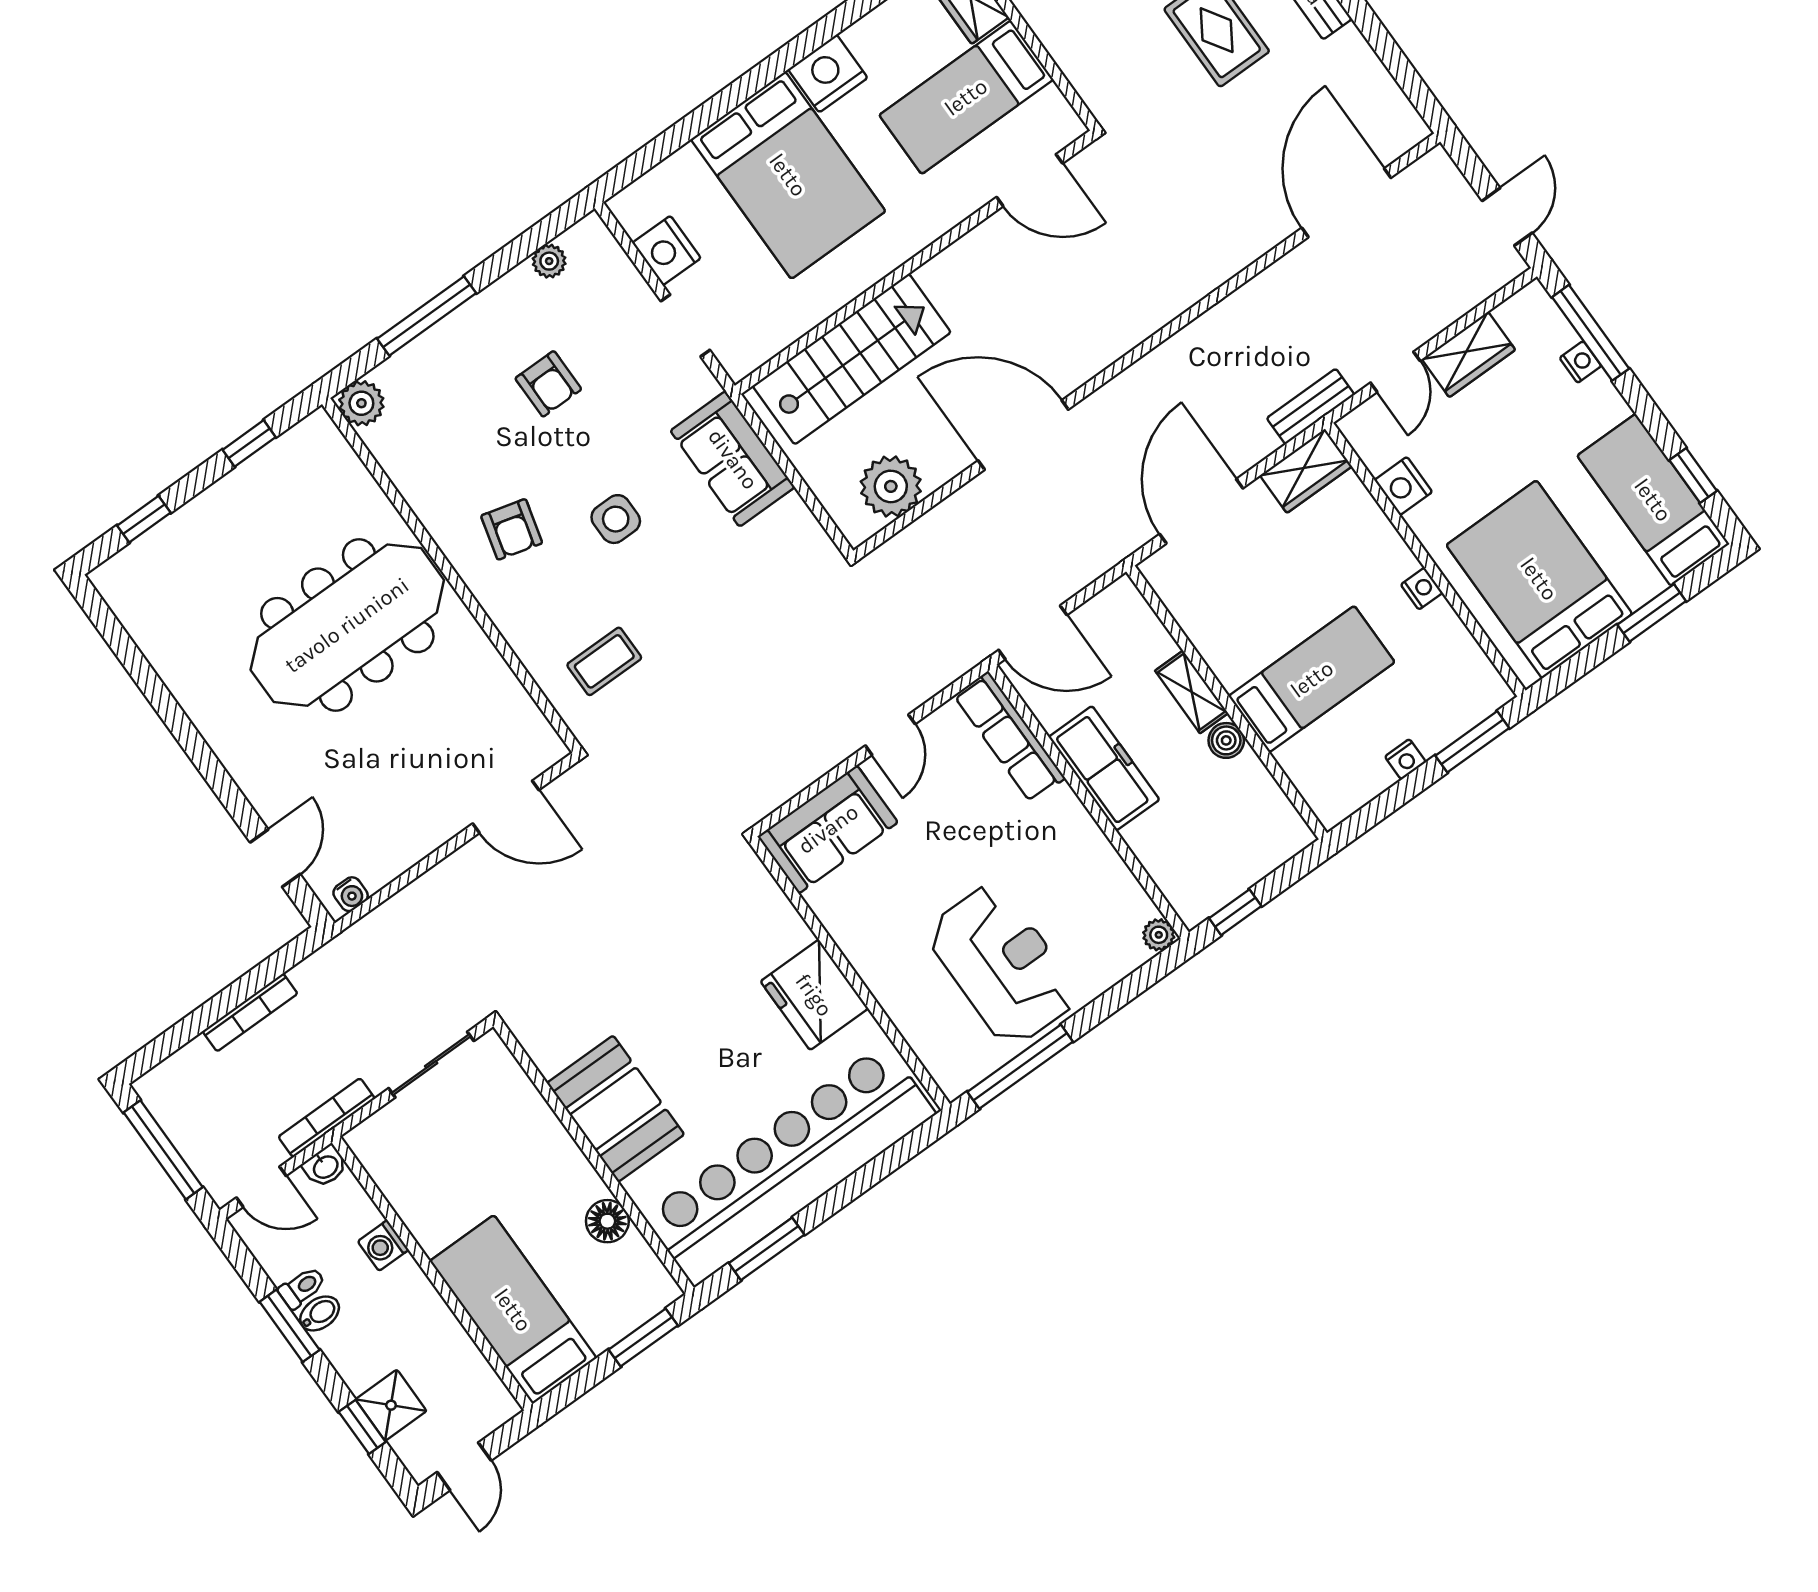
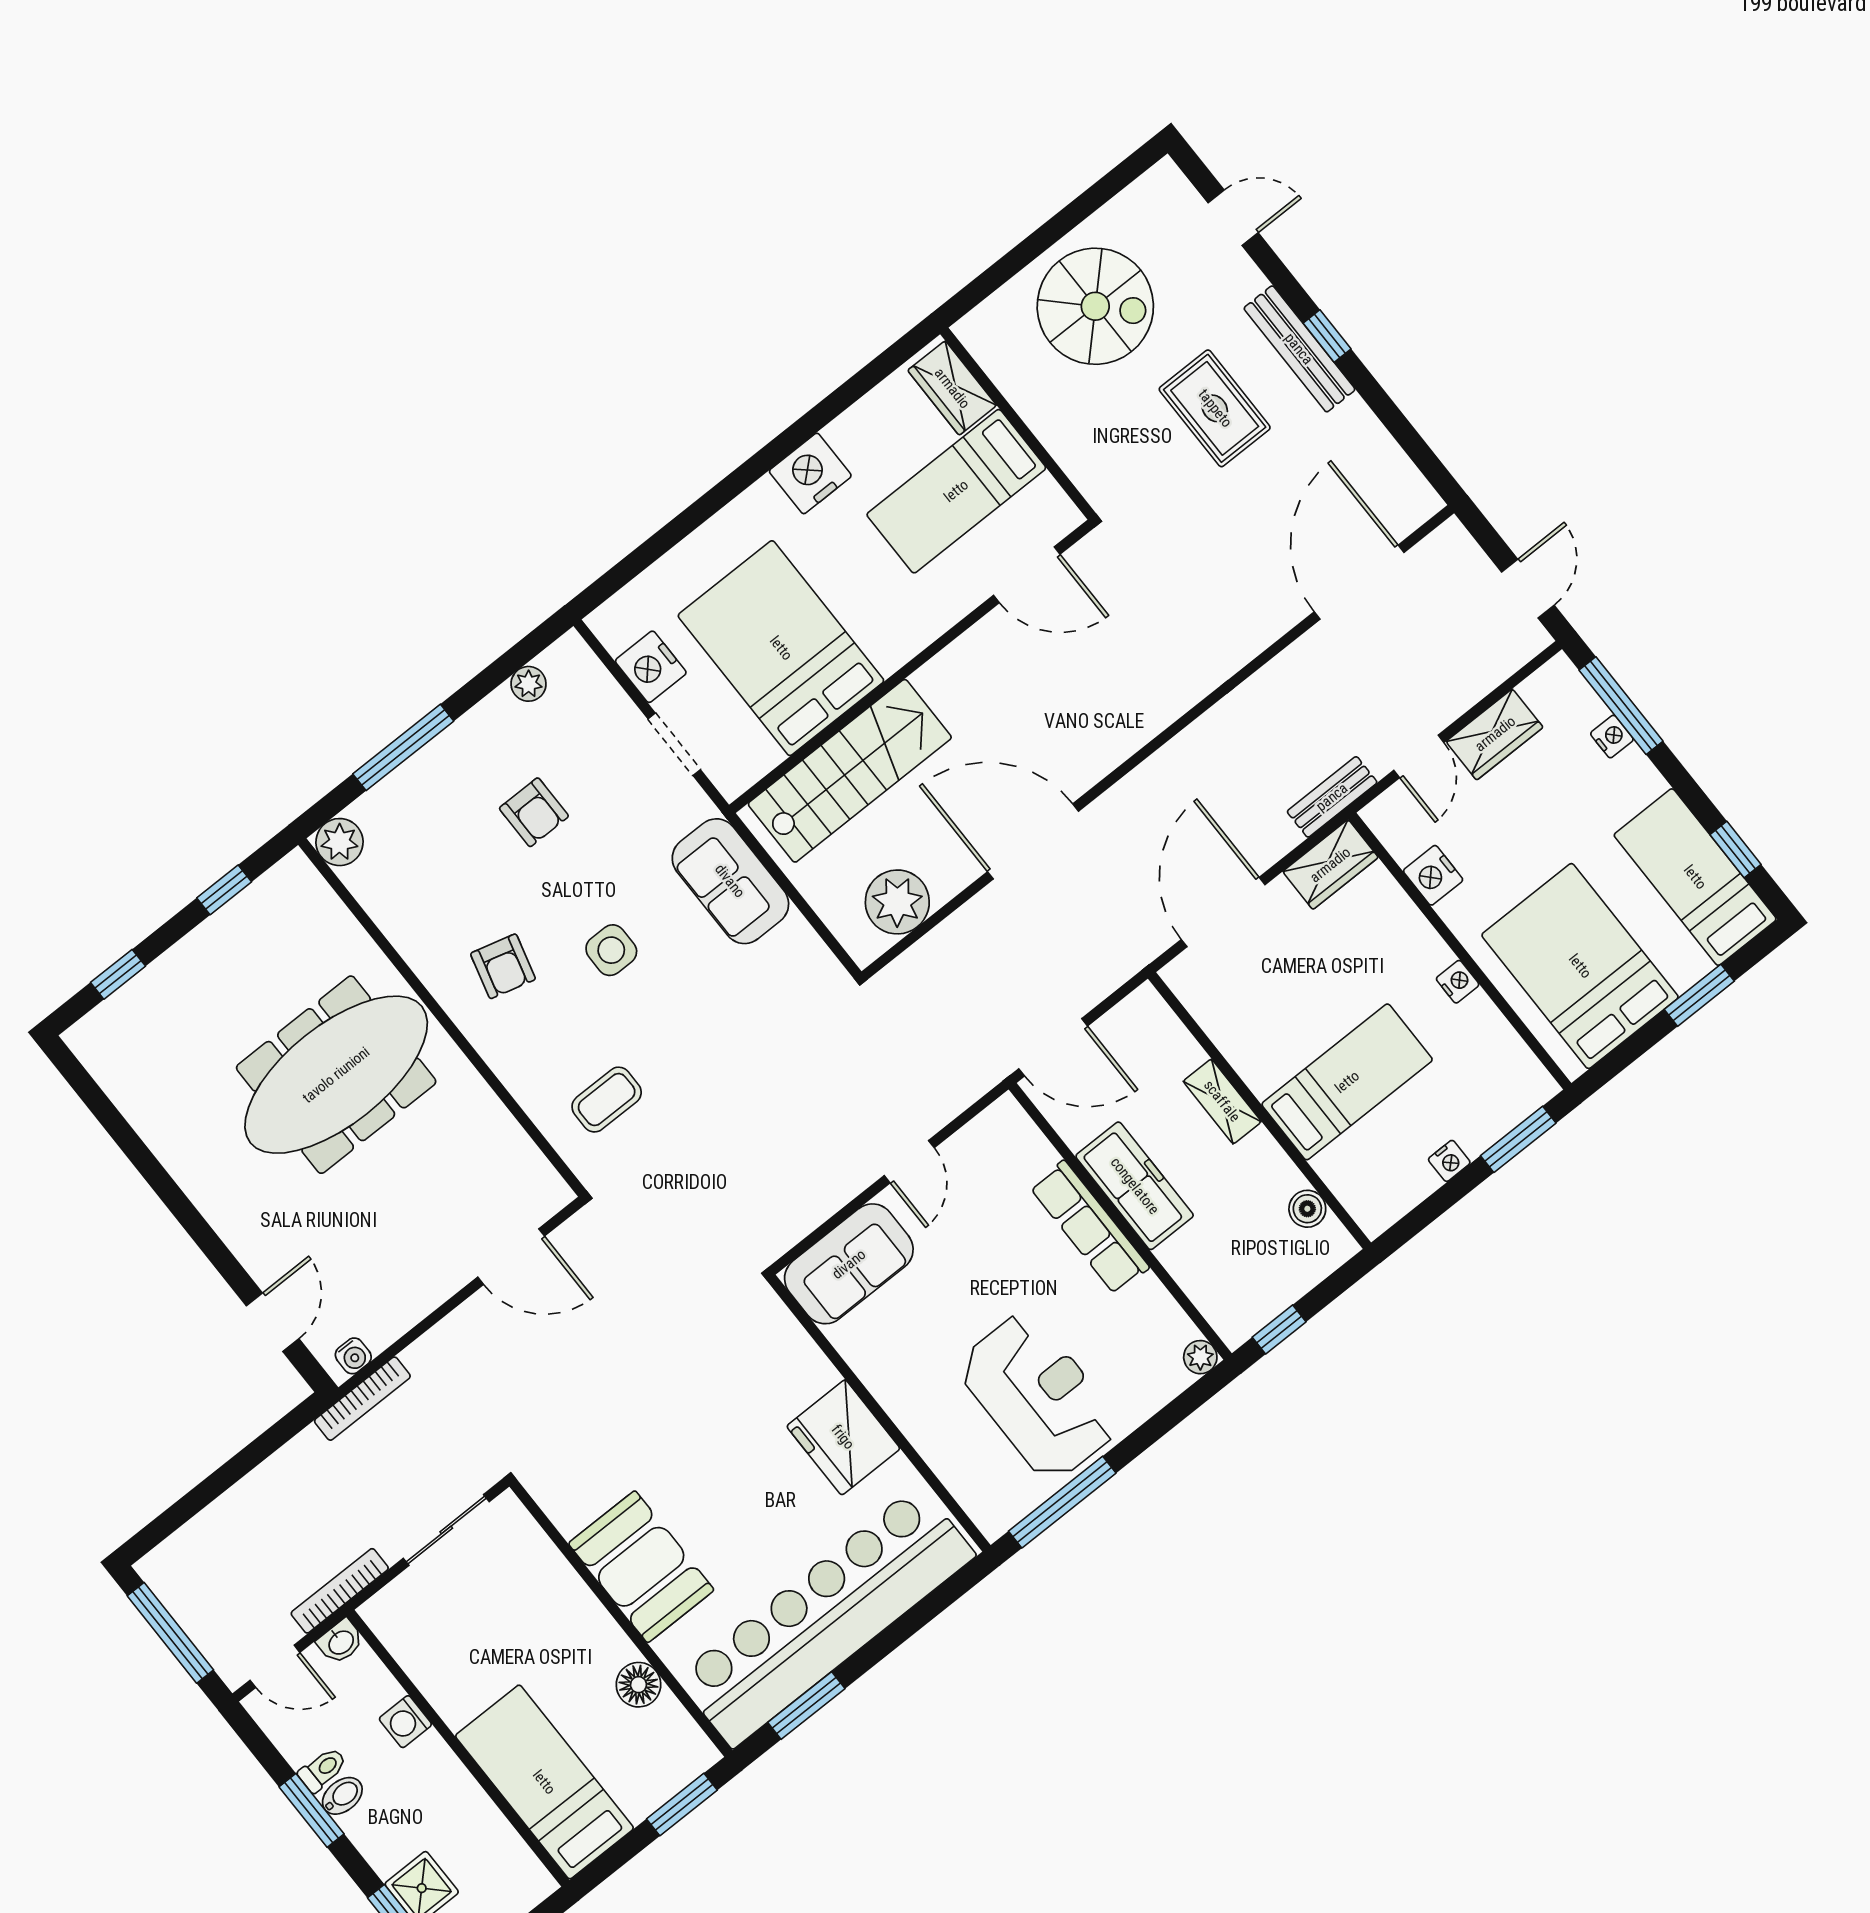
bed: (788, 175) -> (781, 648), moved, turned 180
row of seats: (1010, 737) -> (1090, 1227), moved
boiler: (1226, 740) -> (1307, 1209), moved
bookcase: (250, 1012) -> (362, 1399), moved

